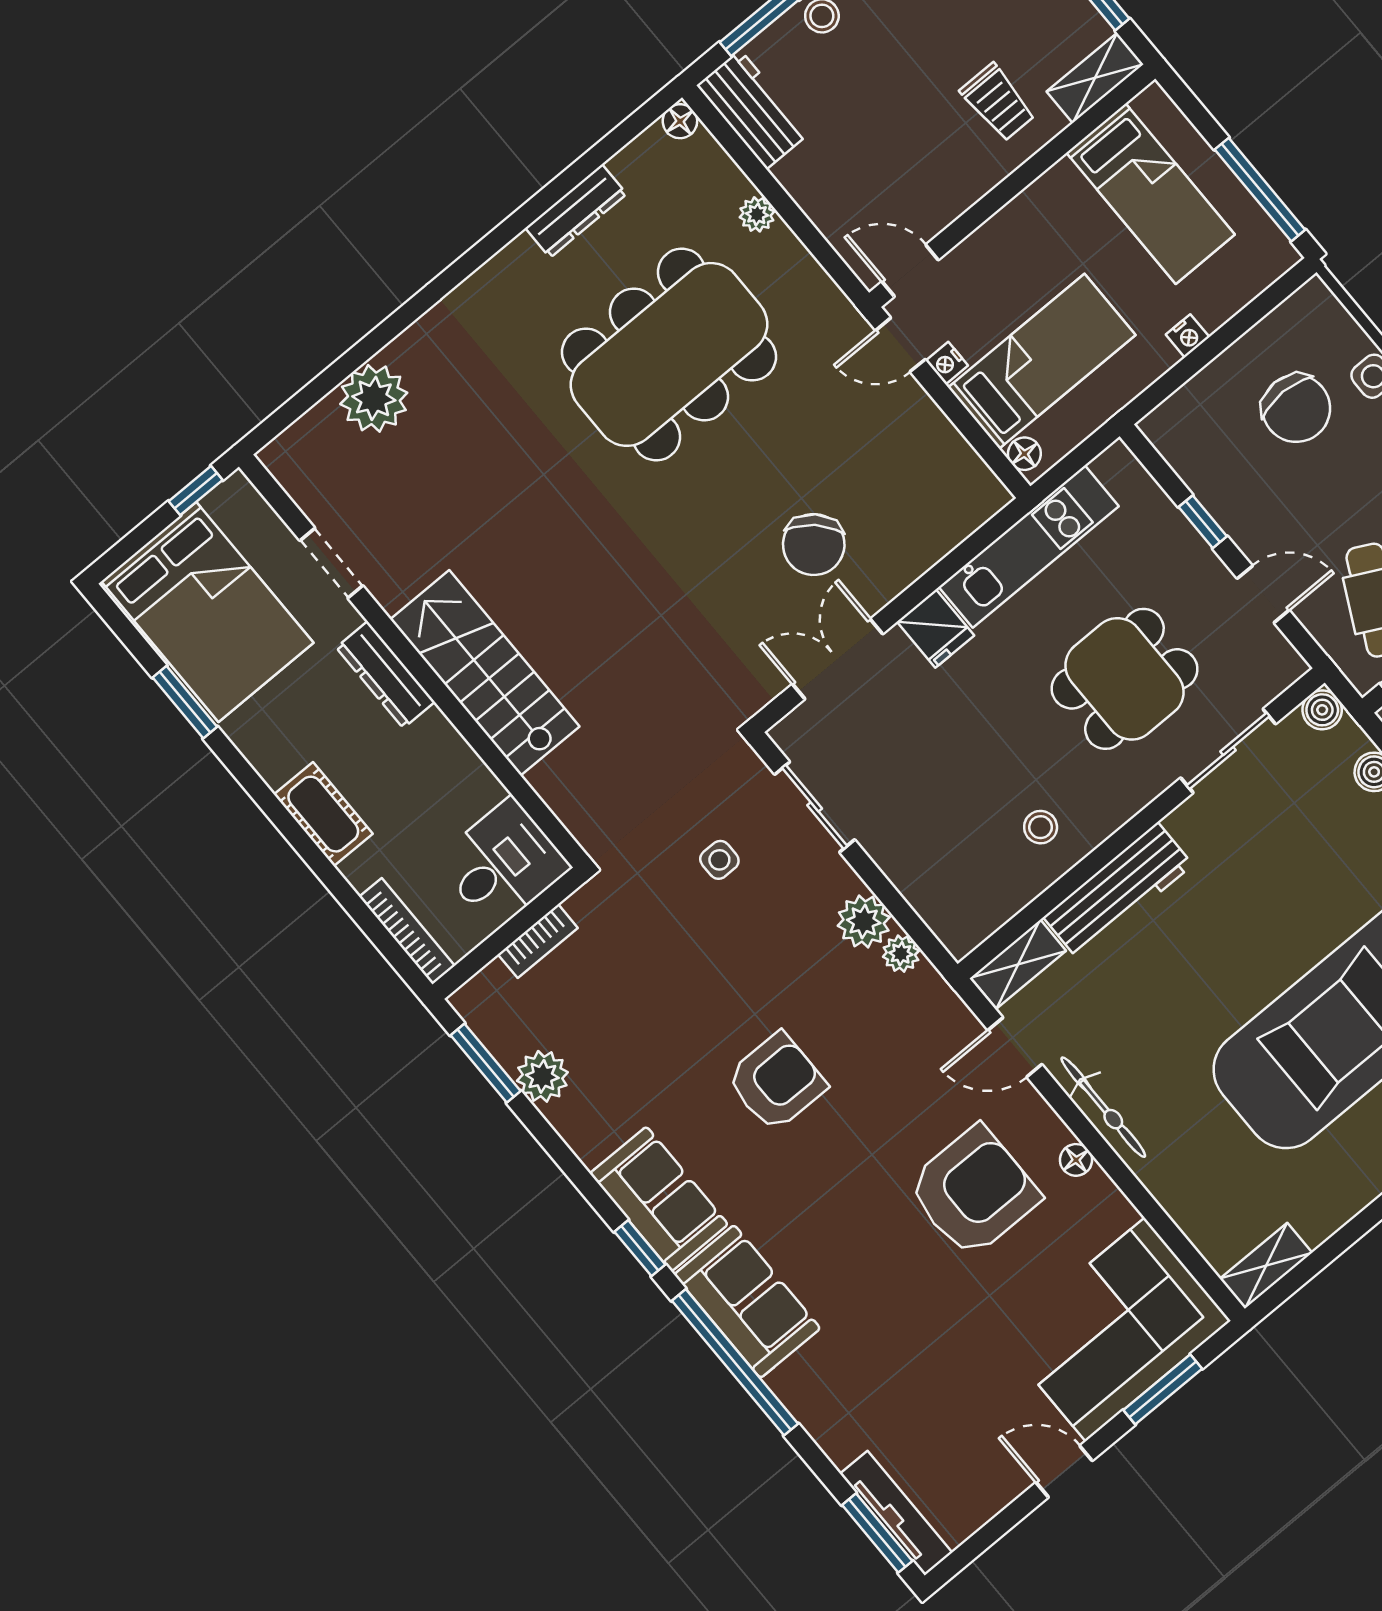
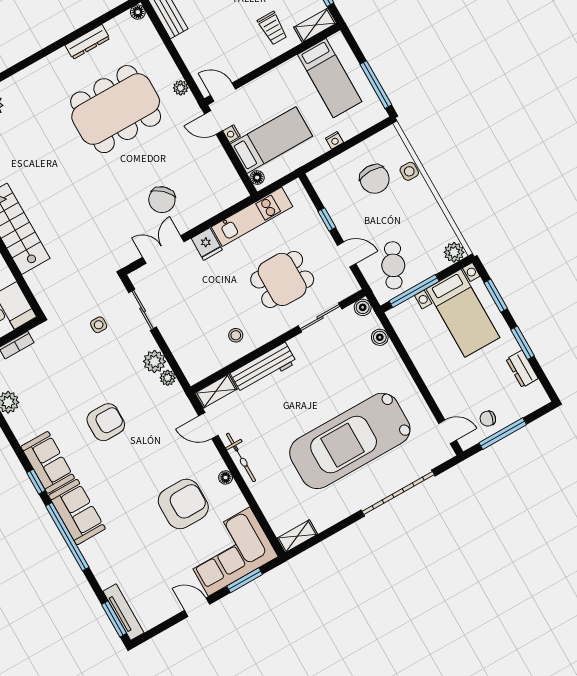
plant: (757, 214) -> (181, 88), moved
armchair: (974, 1192) -> (183, 504), moved

